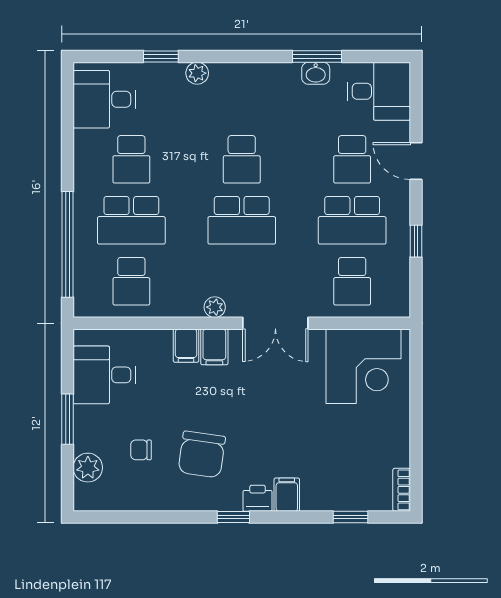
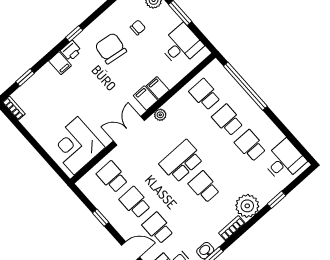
bookcase: (254, 71) -> (232, 228), added
plant: (197, 73) -> (247, 206), width x1.88, depth x1.88
school desk: (131, 220) -> (228, 120), width x0.54
school desk: (352, 220) -> (135, 203), width x0.54

